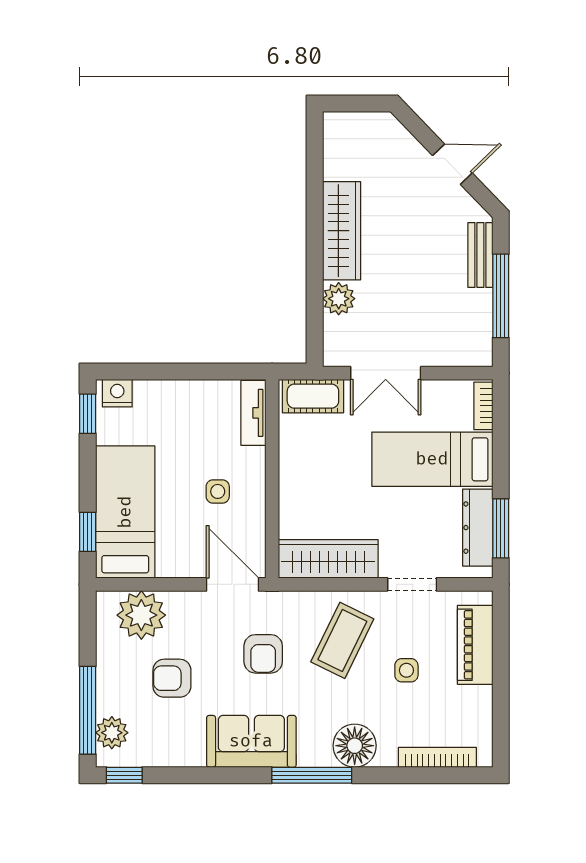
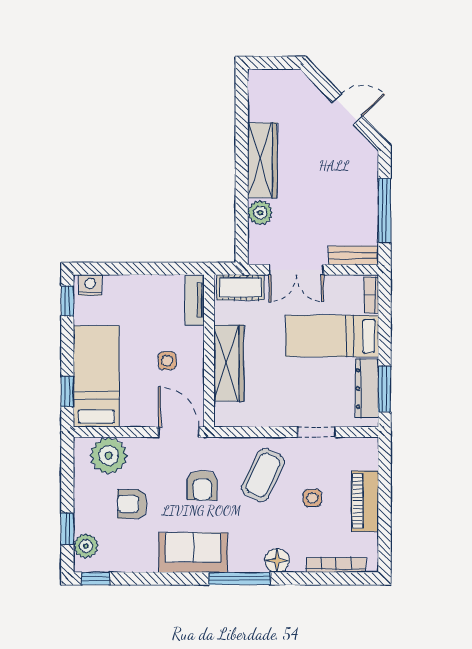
bench: (480, 255) -> (354, 255), moved, turned 90
wardrobe: (328, 559) -> (229, 363), moved, turned 90
piano: (475, 645) -> (365, 501), moved
window: (88, 710) -> (67, 529), width x0.46
floor lamp: (355, 746) -> (277, 560), width x0.73, depth x0.73

